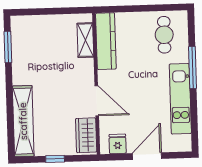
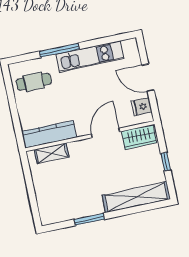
window: (8, 47) -> (89, 219), moved

